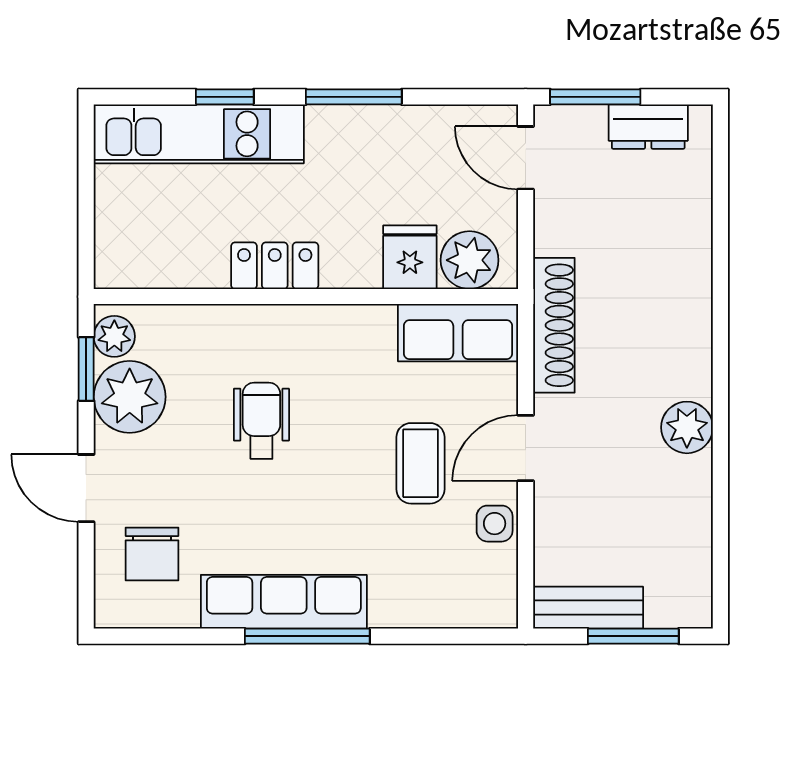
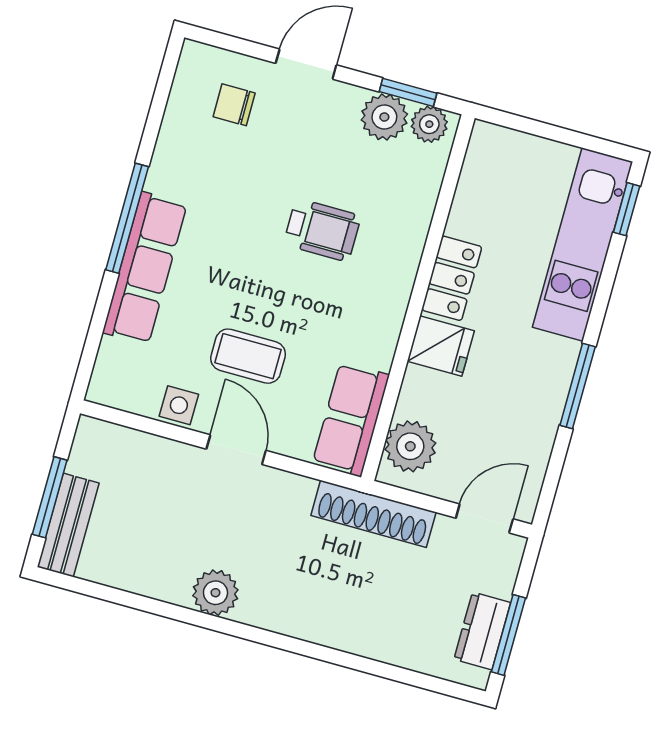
window: (225, 97) -> (627, 209), moved
window: (595, 97) -> (508, 635), moved
fridge: (410, 257) -> (441, 346), moved
shoe rack: (554, 325) -> (373, 514), moved
plant: (130, 397) -> (384, 117), width x0.73, depth x0.73
chair: (152, 554) -> (234, 105), width x0.73, depth x0.73
row of seats: (284, 602) -> (145, 268), moved
bench: (588, 608) -> (68, 525), moved

